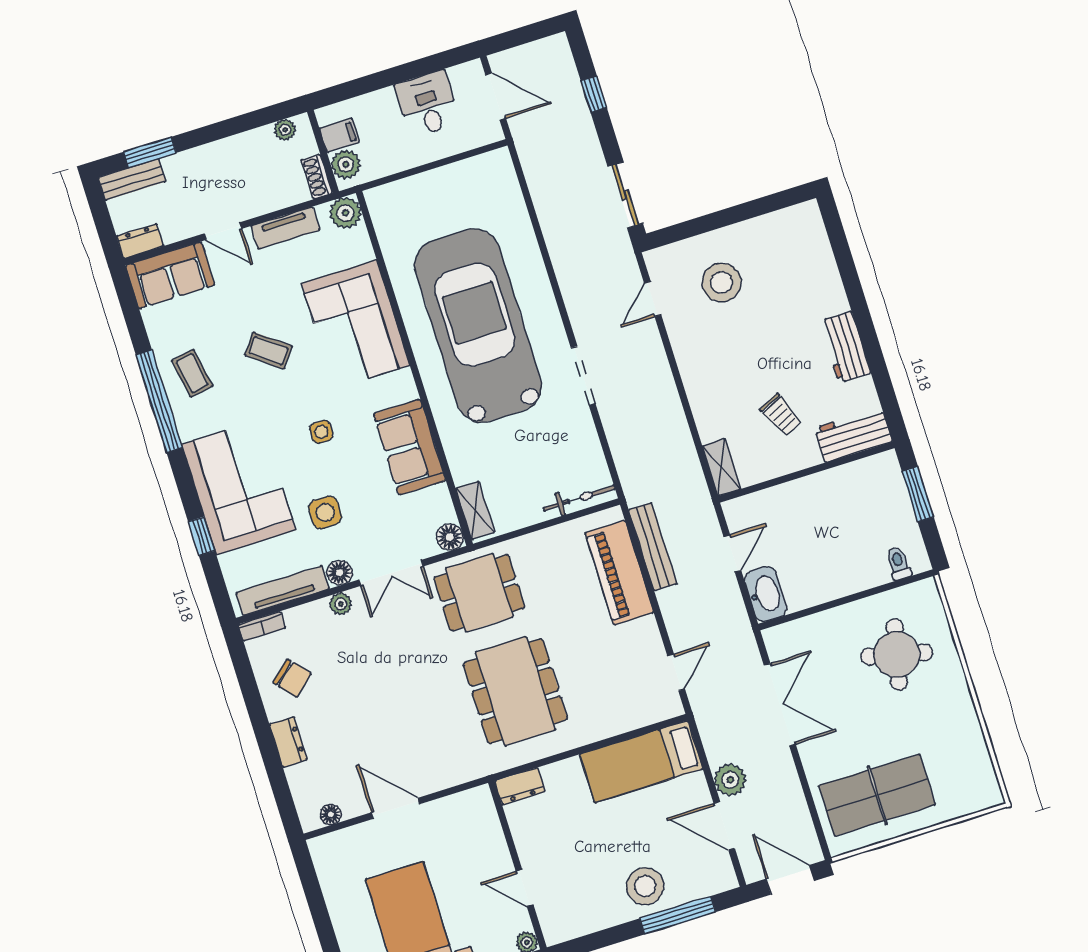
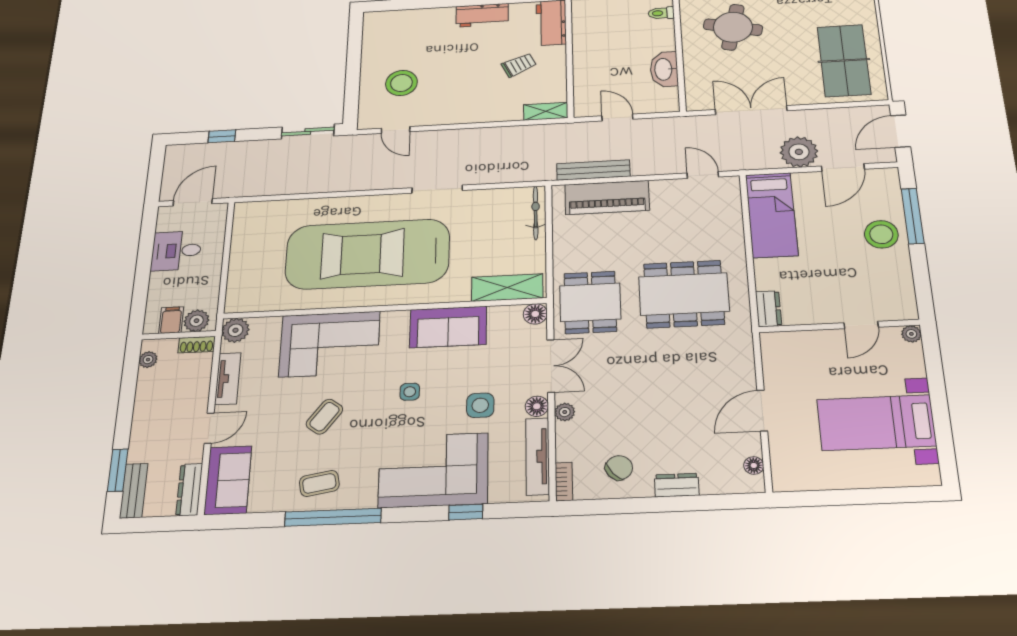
dresser: (140, 241) -> (189, 490), width x1.44
shelving: (475, 510) -> (507, 288), width x1.50, depth x1.33
washbasin: (766, 594) -> (664, 69), moved, turned -90
plant: (730, 780) -> (799, 152), width x1.36, depth x1.36

